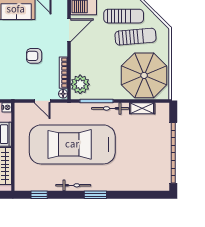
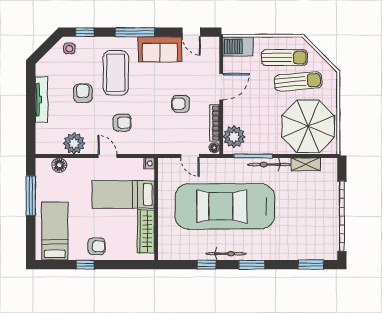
door: (69, 30) -> (221, 87), moved
window: (39, 195) -> (207, 265), moved
window: (146, 195) -> (311, 265), added

